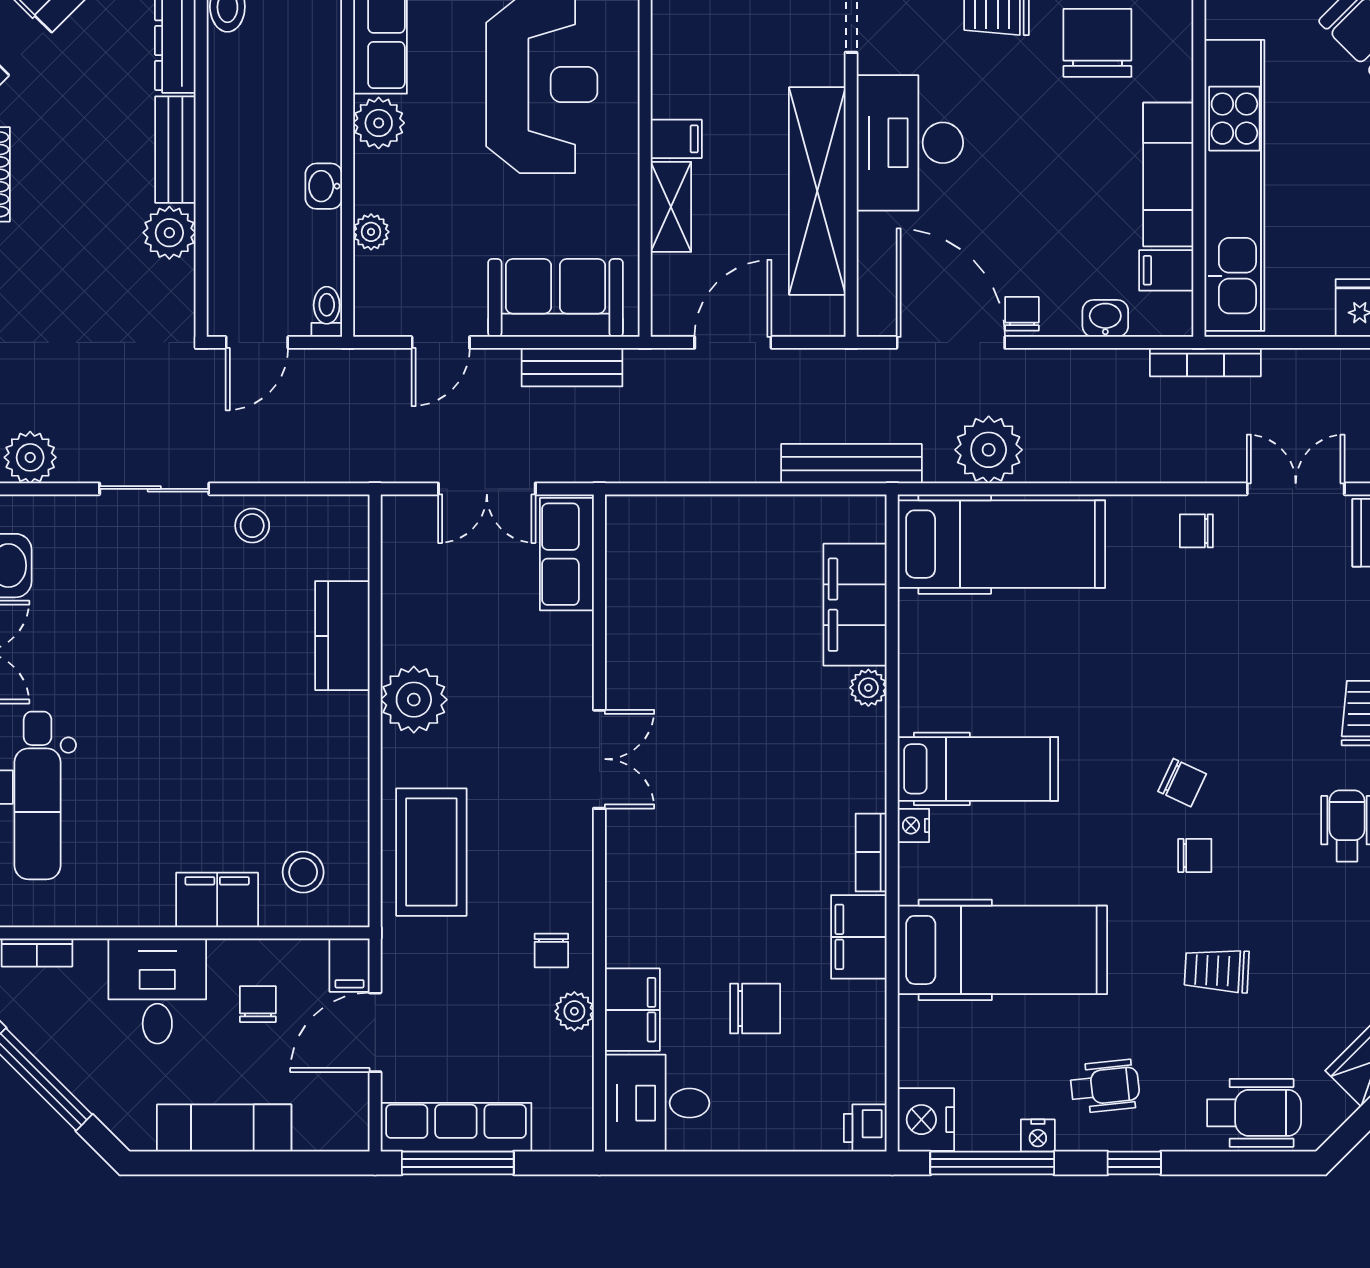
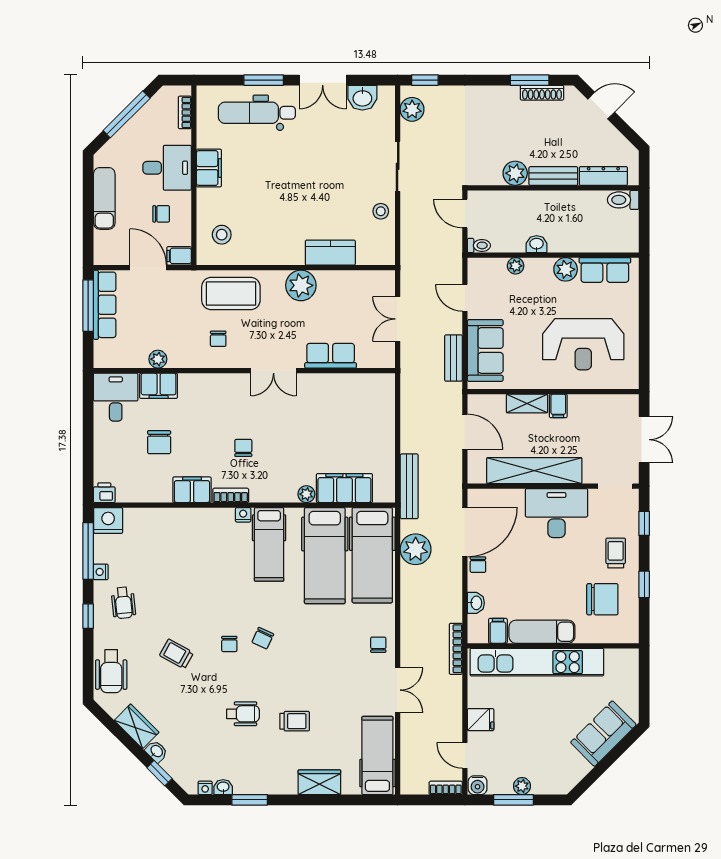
chair: (1022, 314) -> (478, 565), turned 90
row of seats: (567, 554) -> (331, 356), moved
chair: (768, 825) -> (243, 448), added
filing cabinet: (217, 900) -> (209, 168), moved
hospital bed: (1002, 950) -> (325, 556), moved
chair: (551, 951) -> (218, 339), moved, turned -90
trolley: (1217, 971) -> (176, 654), turned -64

